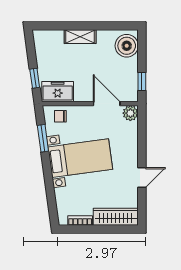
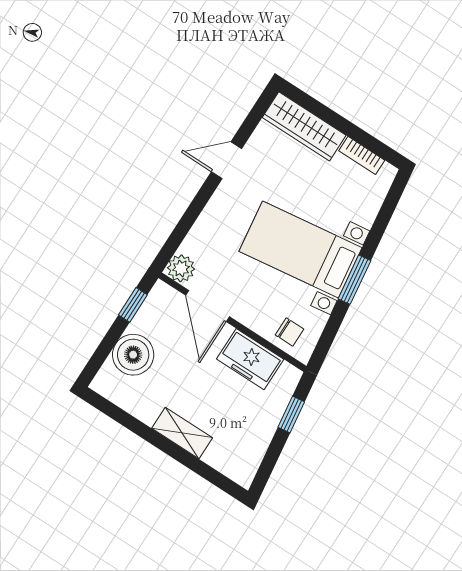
boiler: (127, 46) -> (133, 355), moved
freezer: (58, 92) -> (250, 359), moved
window: (43, 138) -> (354, 280), moved

